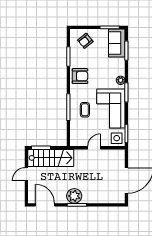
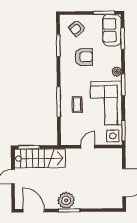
armchair: (80, 76) -> (84, 57), moved

